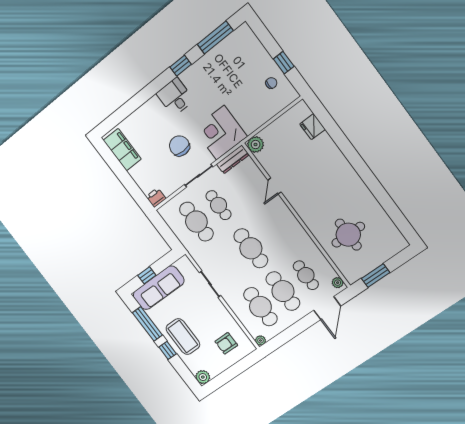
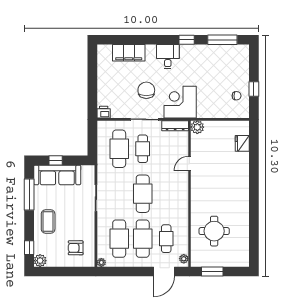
filing cabinet: (122, 150) -> (129, 53), moved, turned 90
coffee table: (183, 337) -> (48, 222), width x0.73, depth x0.76
window: (168, 350) -> (29, 248), moved

